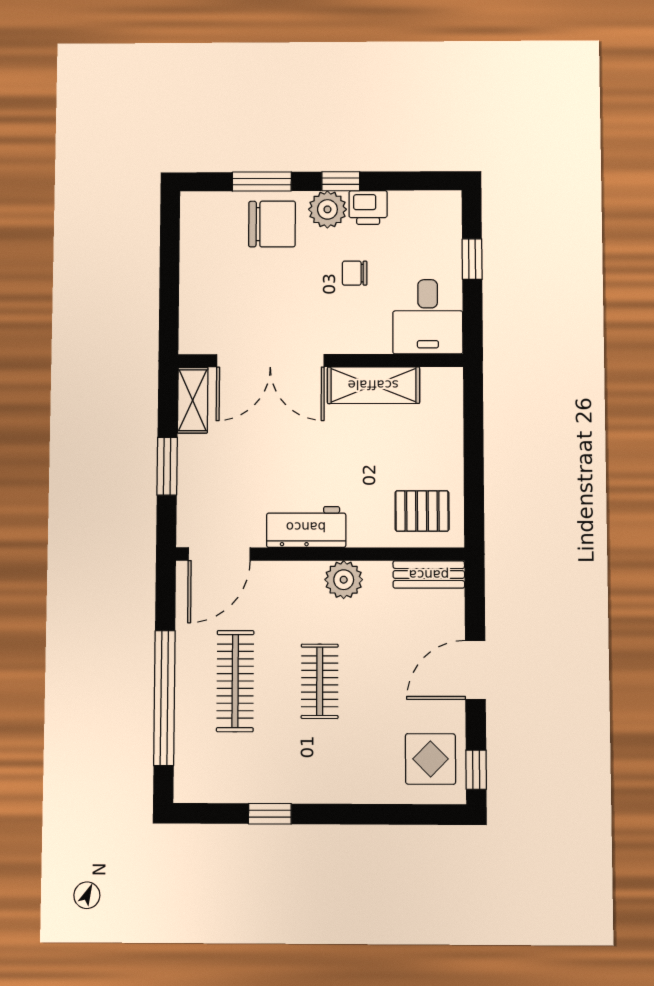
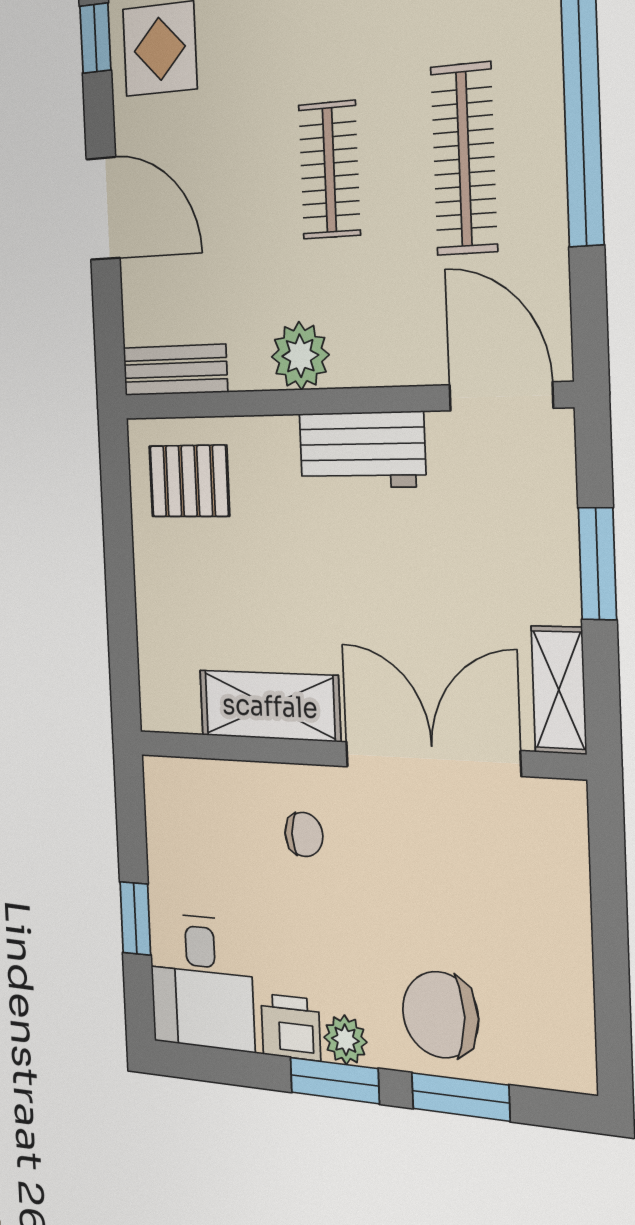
window: (341, 181) -> (335, 1081), width x1.50
plant: (327, 209) -> (345, 1040), width x0.73, depth x0.73
chair: (355, 273) -> (304, 834), moved
desk: (428, 317) -> (201, 982), moved, turned 180
door: (219, 554) -> (501, 396), hinge flipped
door: (475, 670) -> (103, 208), hinge flipped

